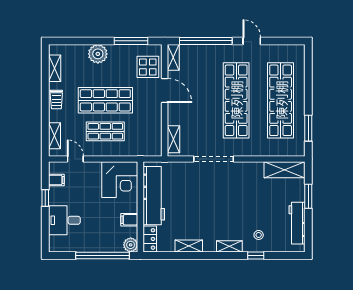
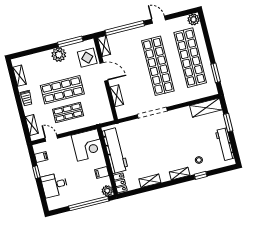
plant: (297, 52) -> (194, 19), added
plant: (98, 54) -> (59, 55), moved
shelving: (173, 139) -> (117, 96), moved

